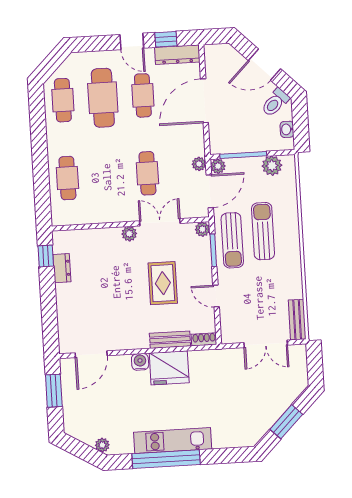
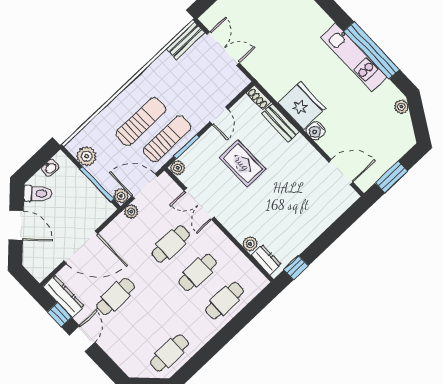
cafe table: (103, 98) -> (198, 272), moved, width x0.73, depth x0.74
sun lounger: (263, 231) -> (141, 122), turned 180
plant: (129, 234) -> (250, 244), moved
dresser: (62, 268) -> (266, 260), moved, turned 90
rug: (163, 283) -> (243, 163), turned 90

